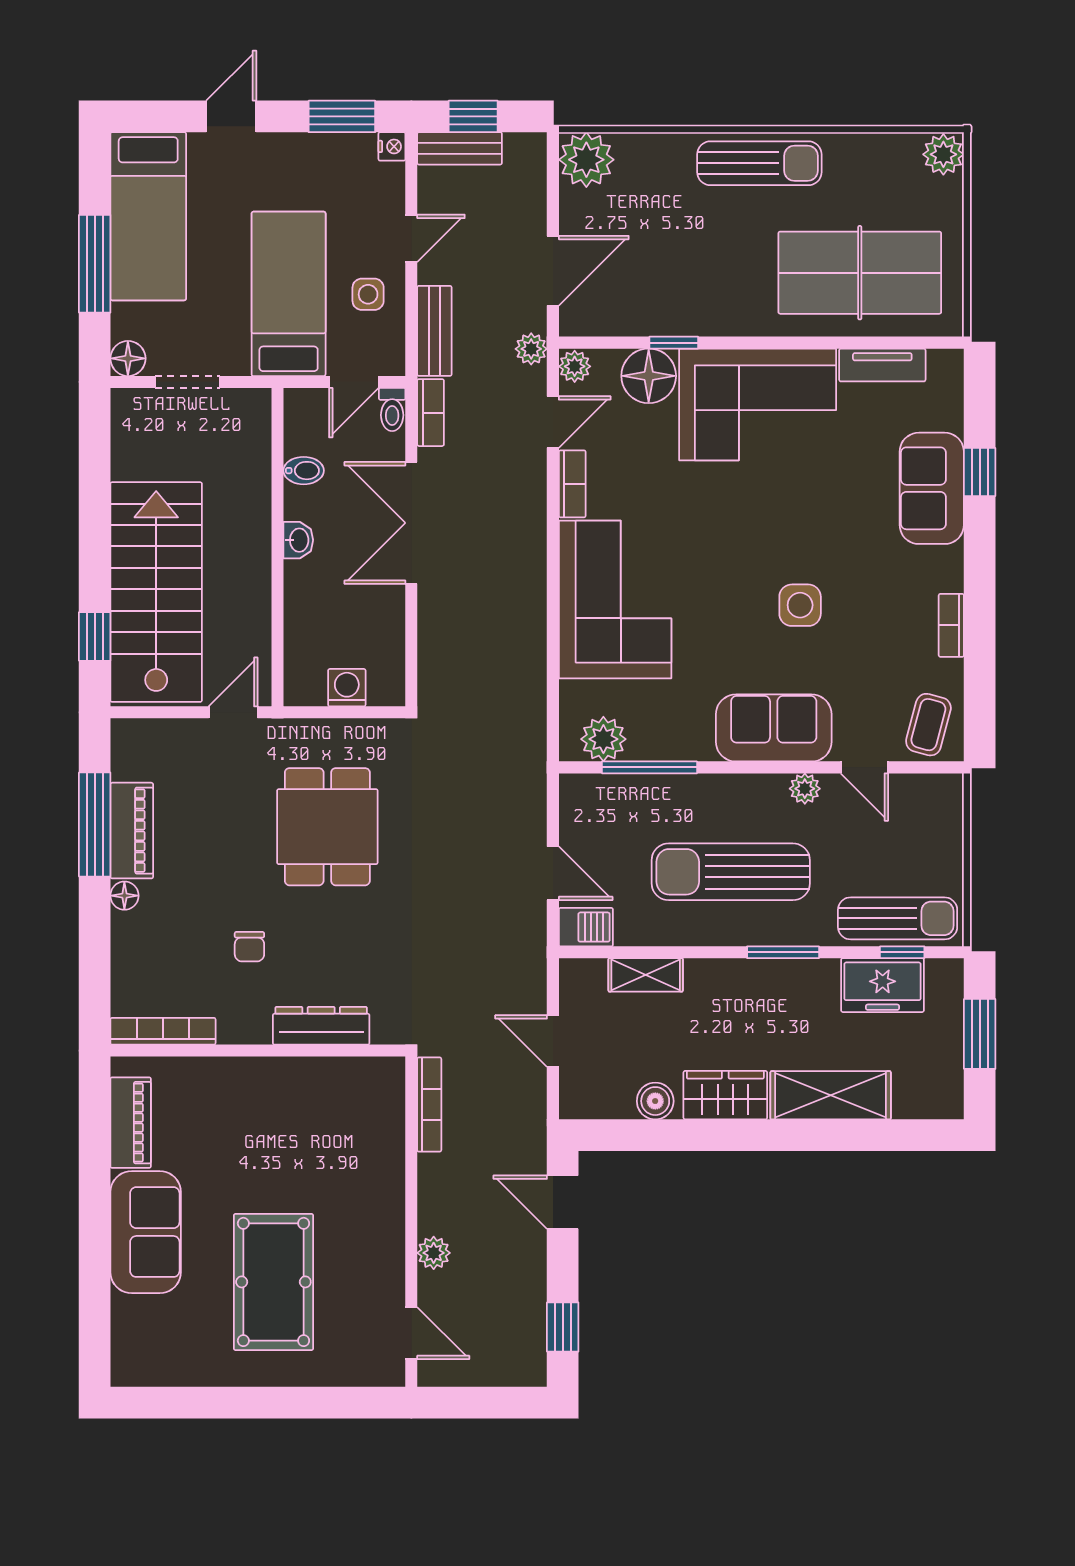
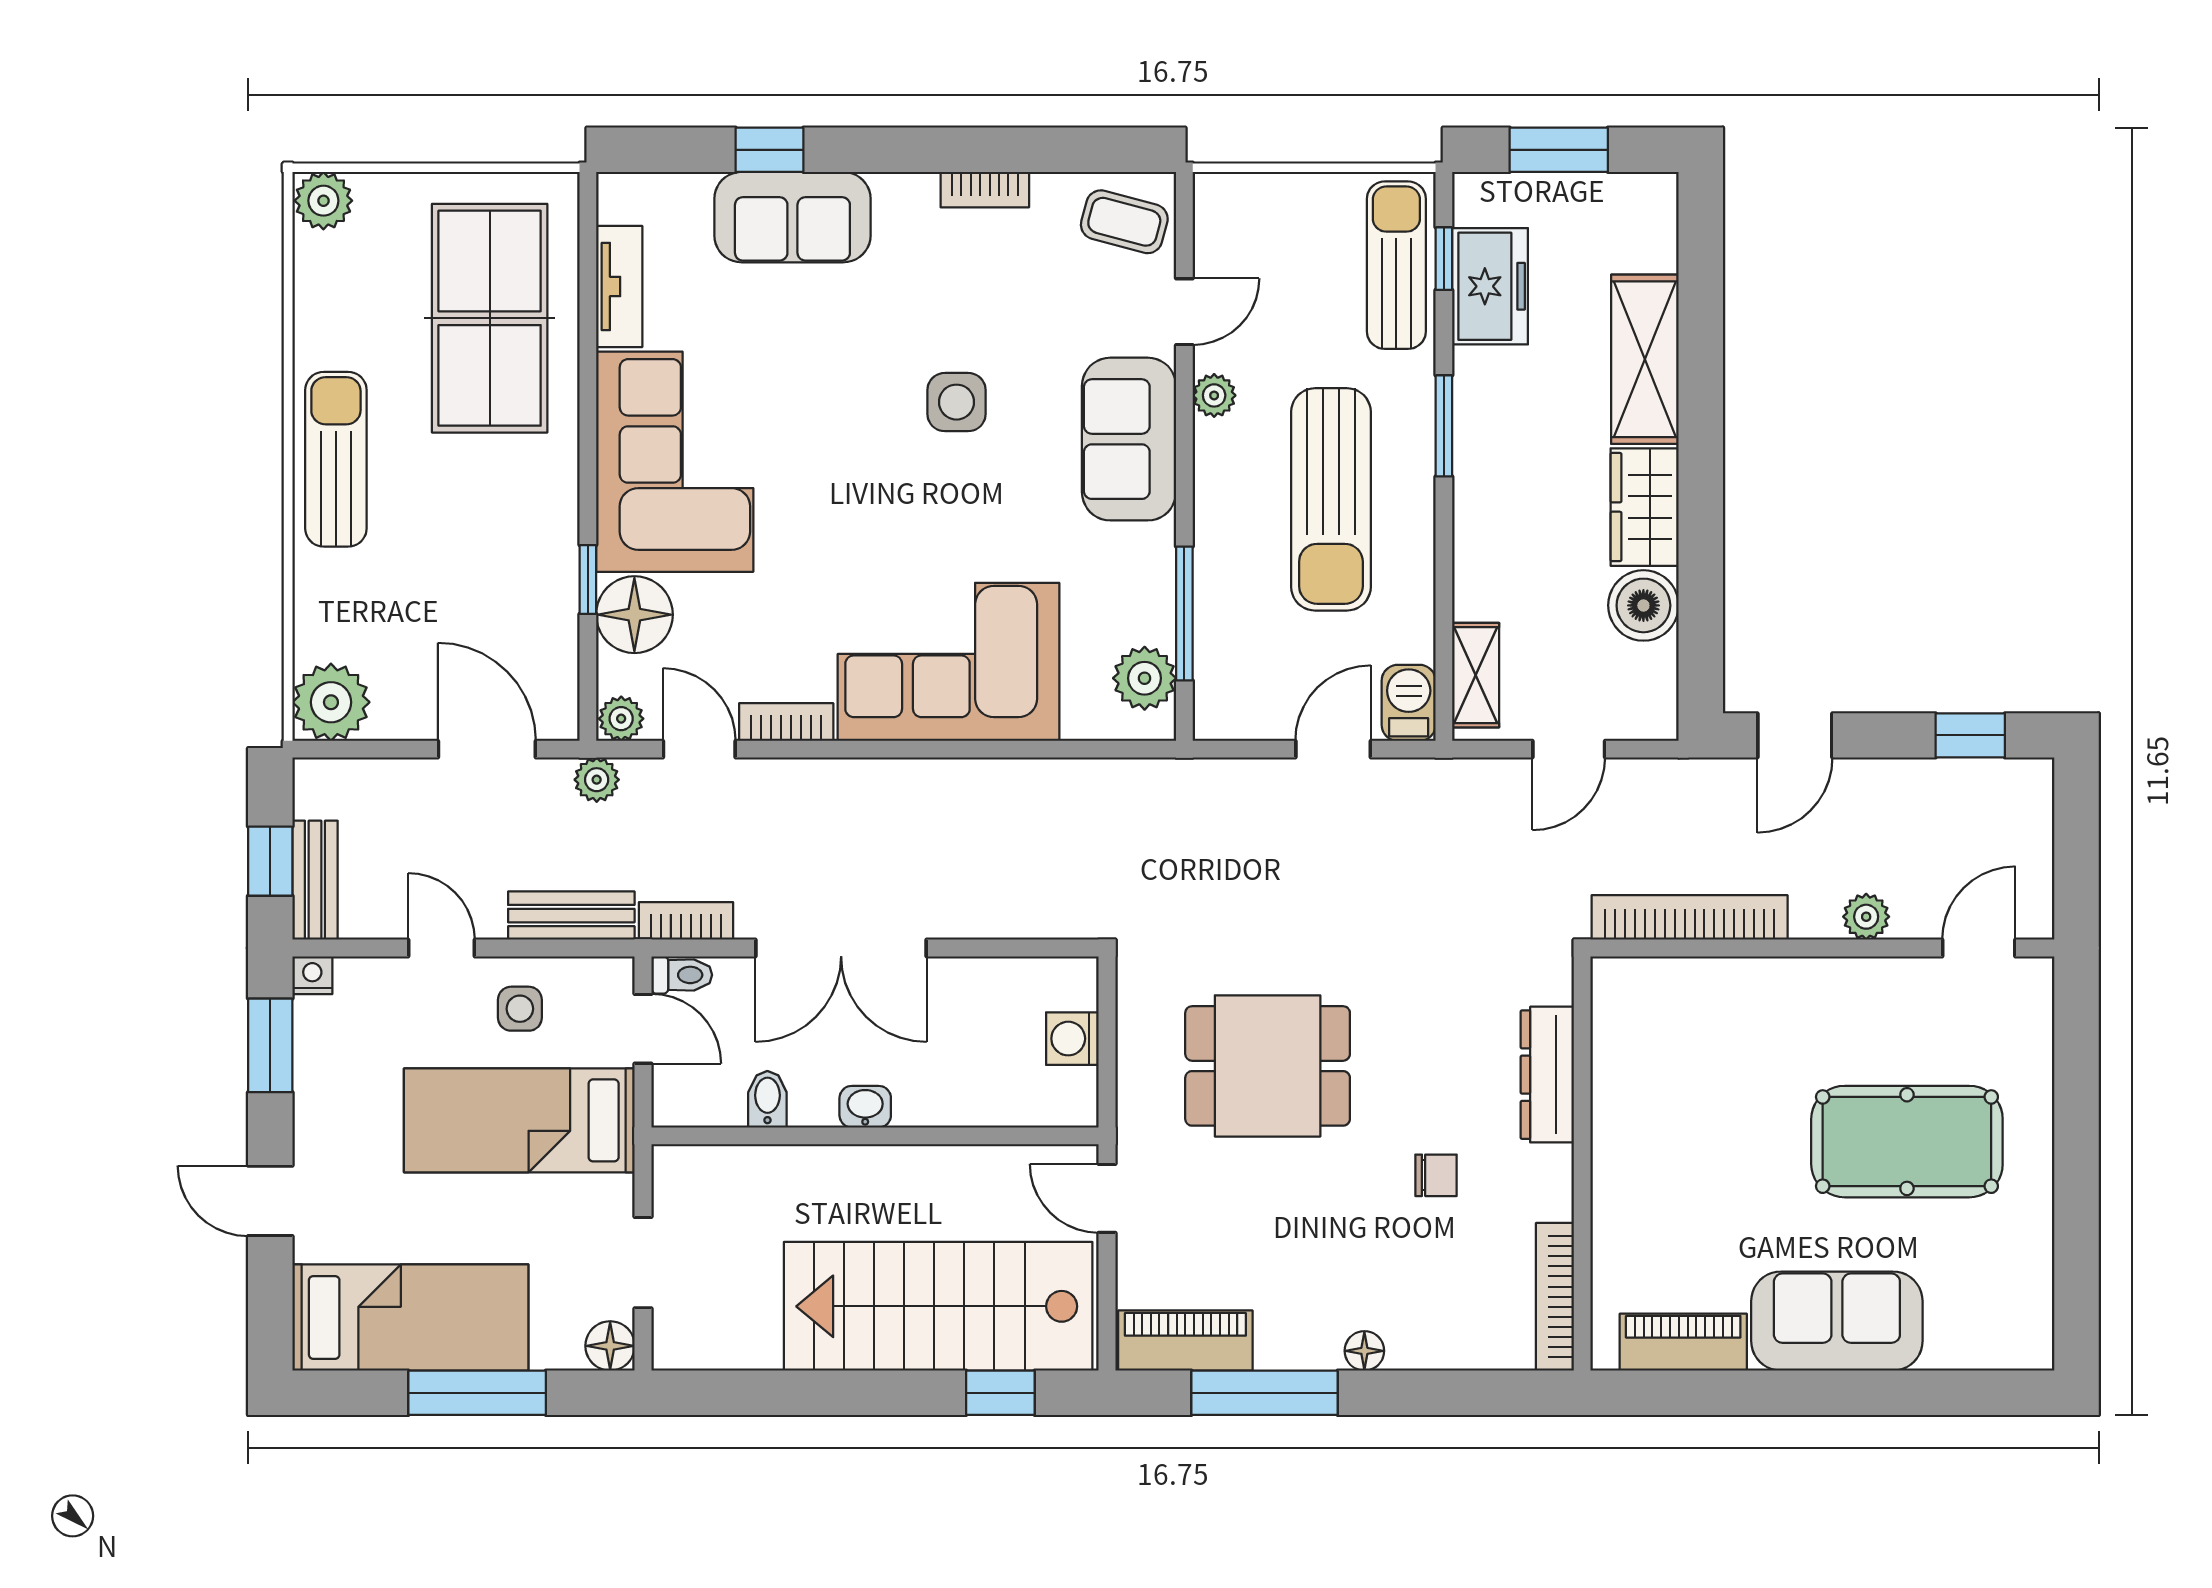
piano: (132, 831) -> (1185, 1341), moved
shelving: (646, 975) -> (1476, 675), moved
boiler: (655, 1101) -> (1643, 605), width x1.36, depth x1.36
bookcase: (429, 1105) -> (1690, 917), width x1.48, depth x1.31

